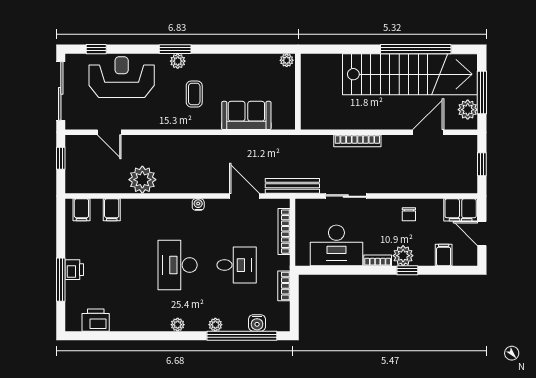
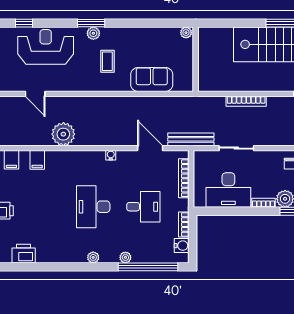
water cooler: (257, 323) -> (182, 246), moved, turned -90

